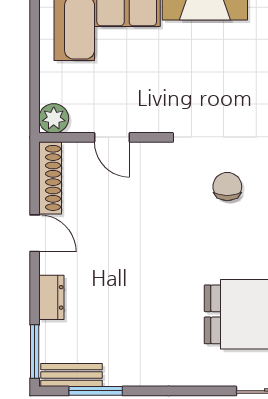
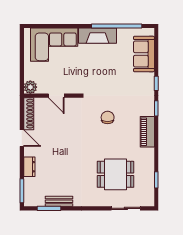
bench: (72, 375) -> (59, 201), moved

